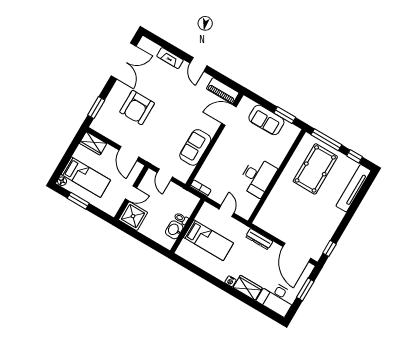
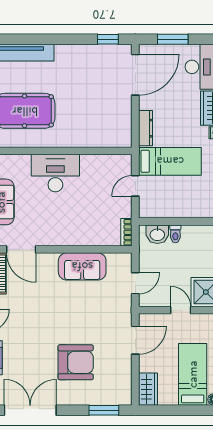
desk: (257, 177) -> (55, 173), moved
washbasin: (174, 230) -> (157, 234), moved
bed: (208, 240) -> (170, 161), moved, turned 90

